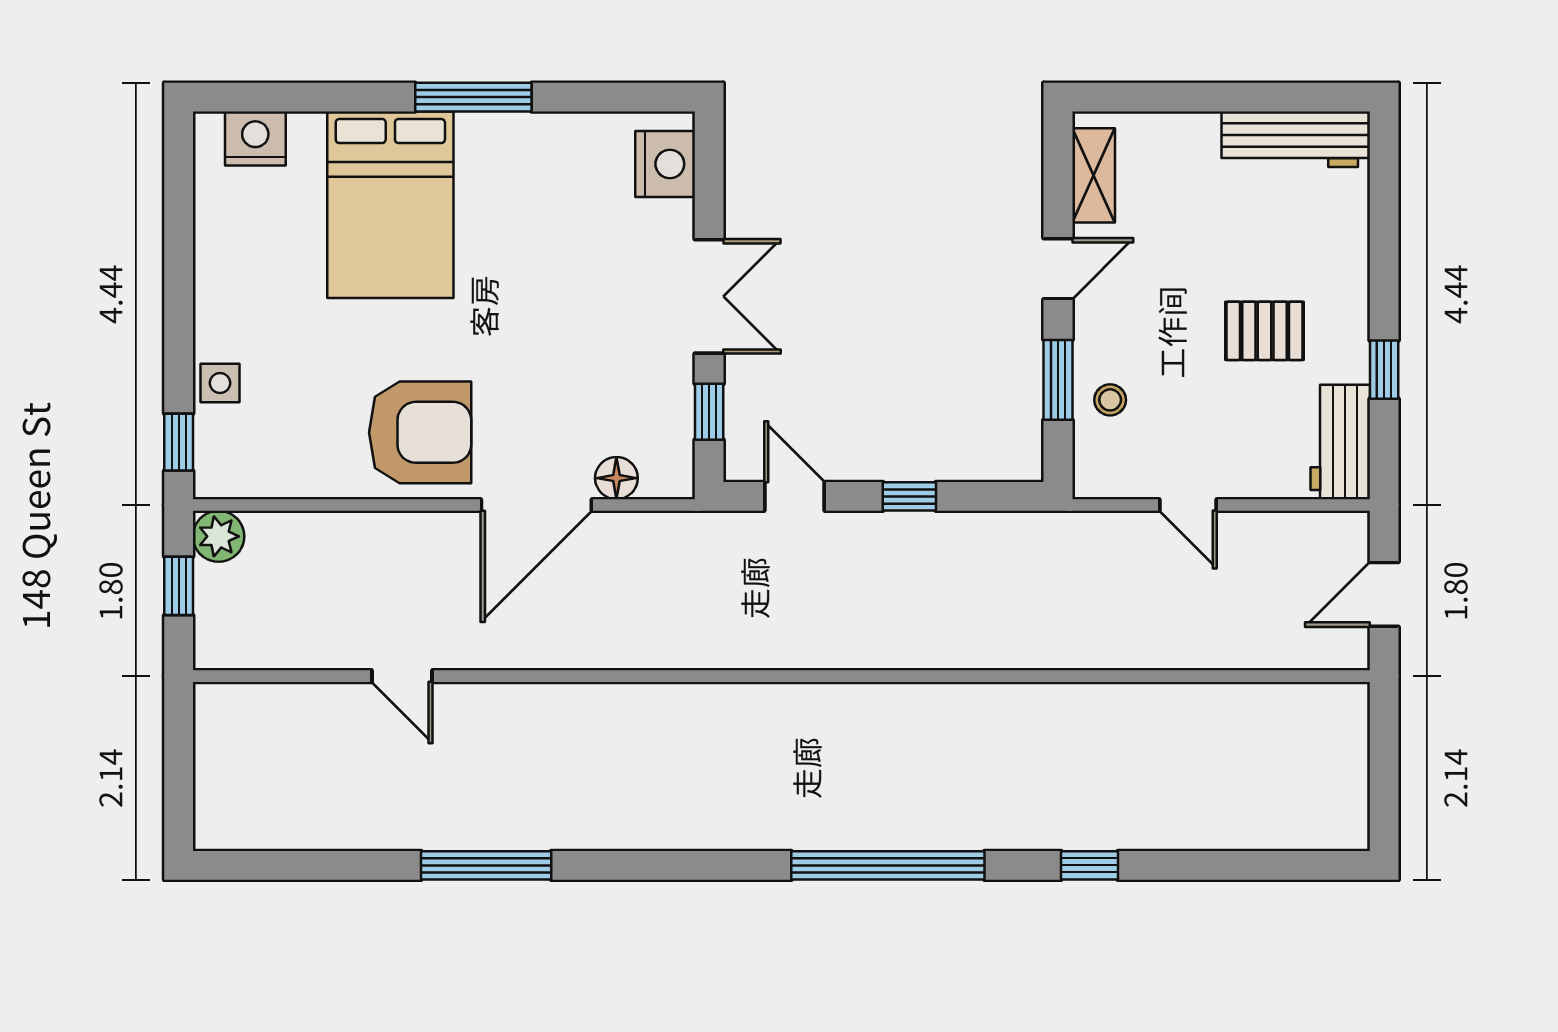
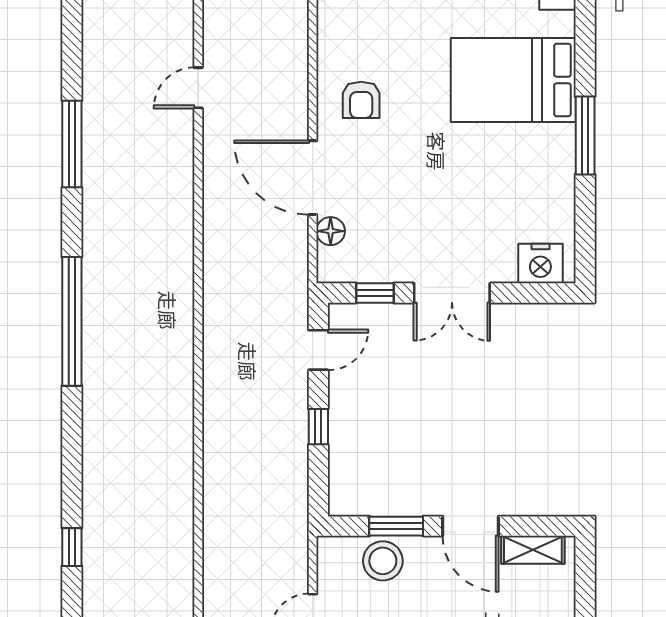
door: (1058, 269) -> (470, 526), width x1.37
stool: (1110, 400) -> (383, 561), width x1.89, depth x1.89
armchair: (420, 432) -> (361, 100), width x0.53, depth x0.53
window: (888, 865) -> (72, 321), moved

